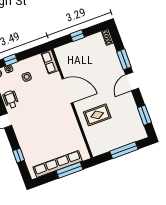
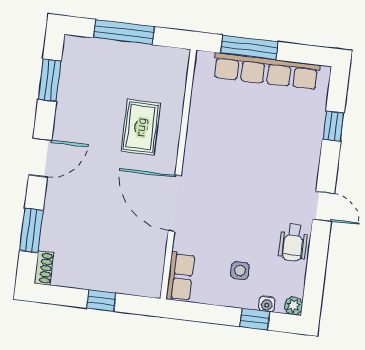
window: (124, 59) -> (31, 230), moved
rug: (97, 115) -> (141, 127), turned 90

